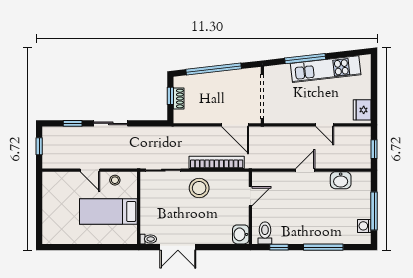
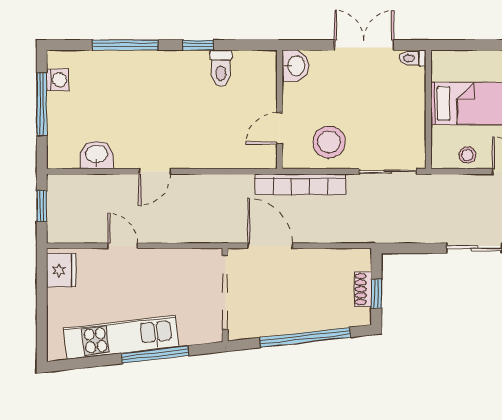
door: (250, 196) -> (280, 128), moved
wall: (250, 208) -> (280, 109), moved
washbasin: (241, 234) -> (296, 66), moved

